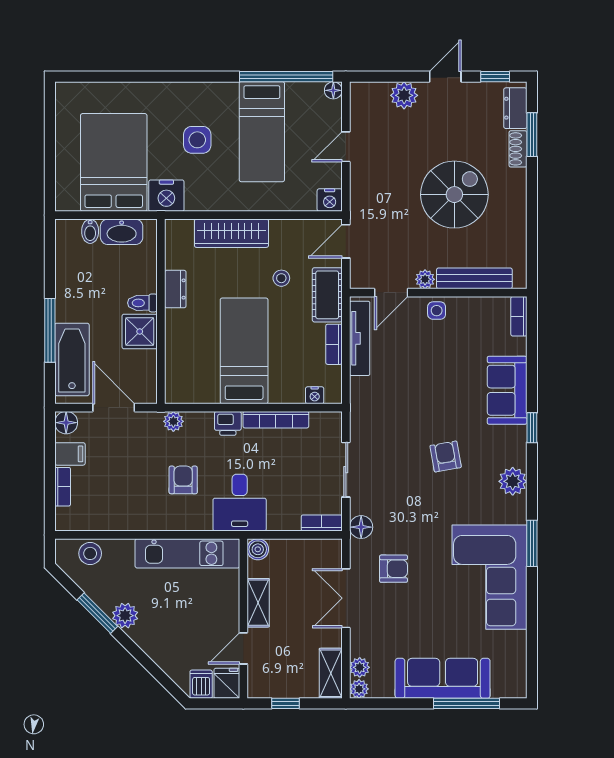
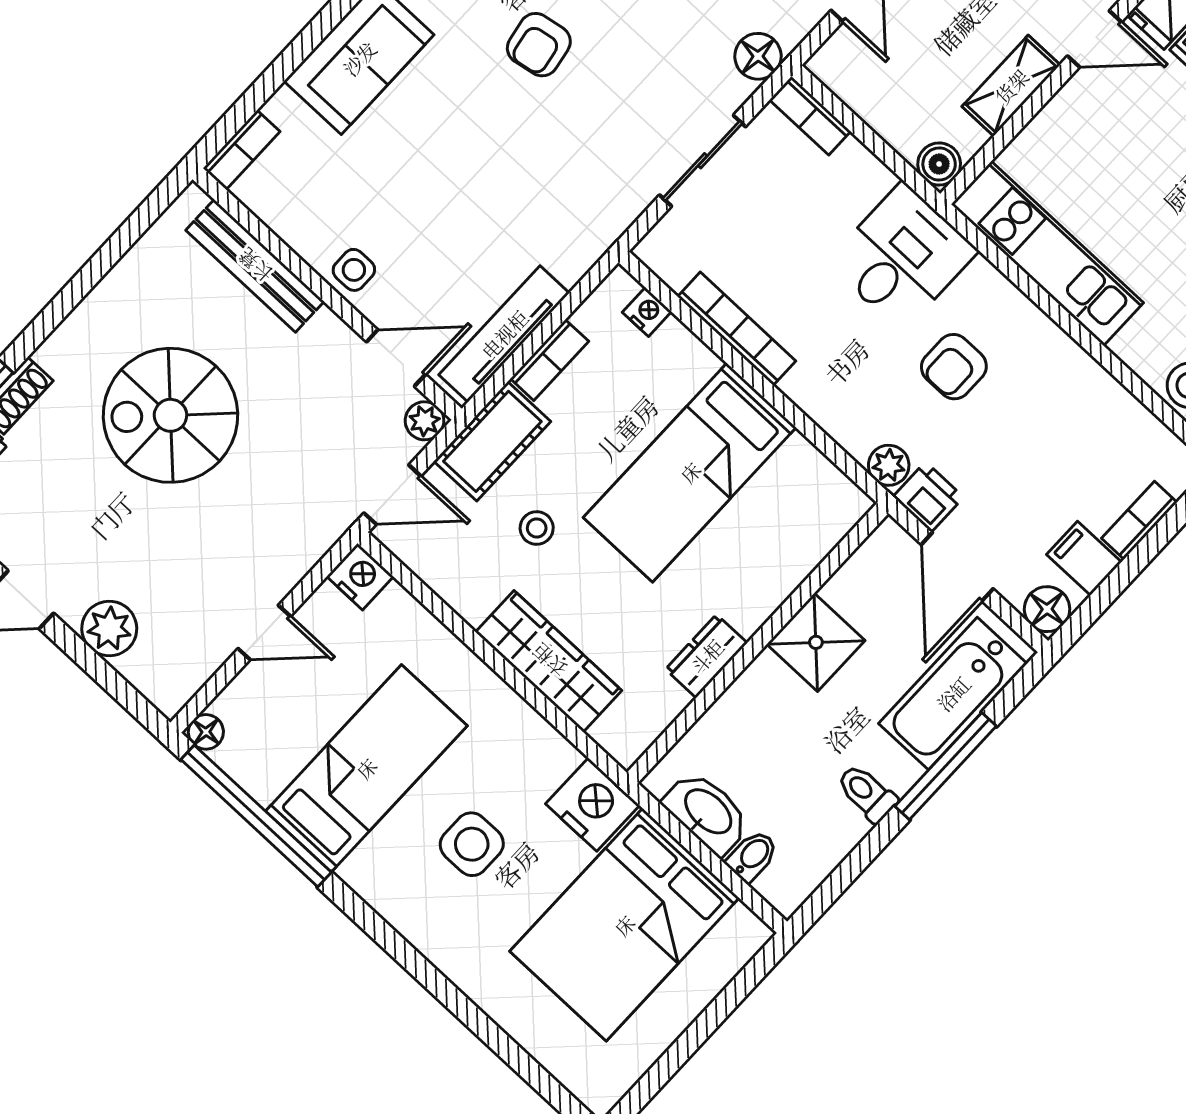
plant: (425, 279) -> (425, 421), moved
toilet: (142, 303) -> (867, 793), moved, turned 180
printer: (228, 423) -> (928, 497), moved

